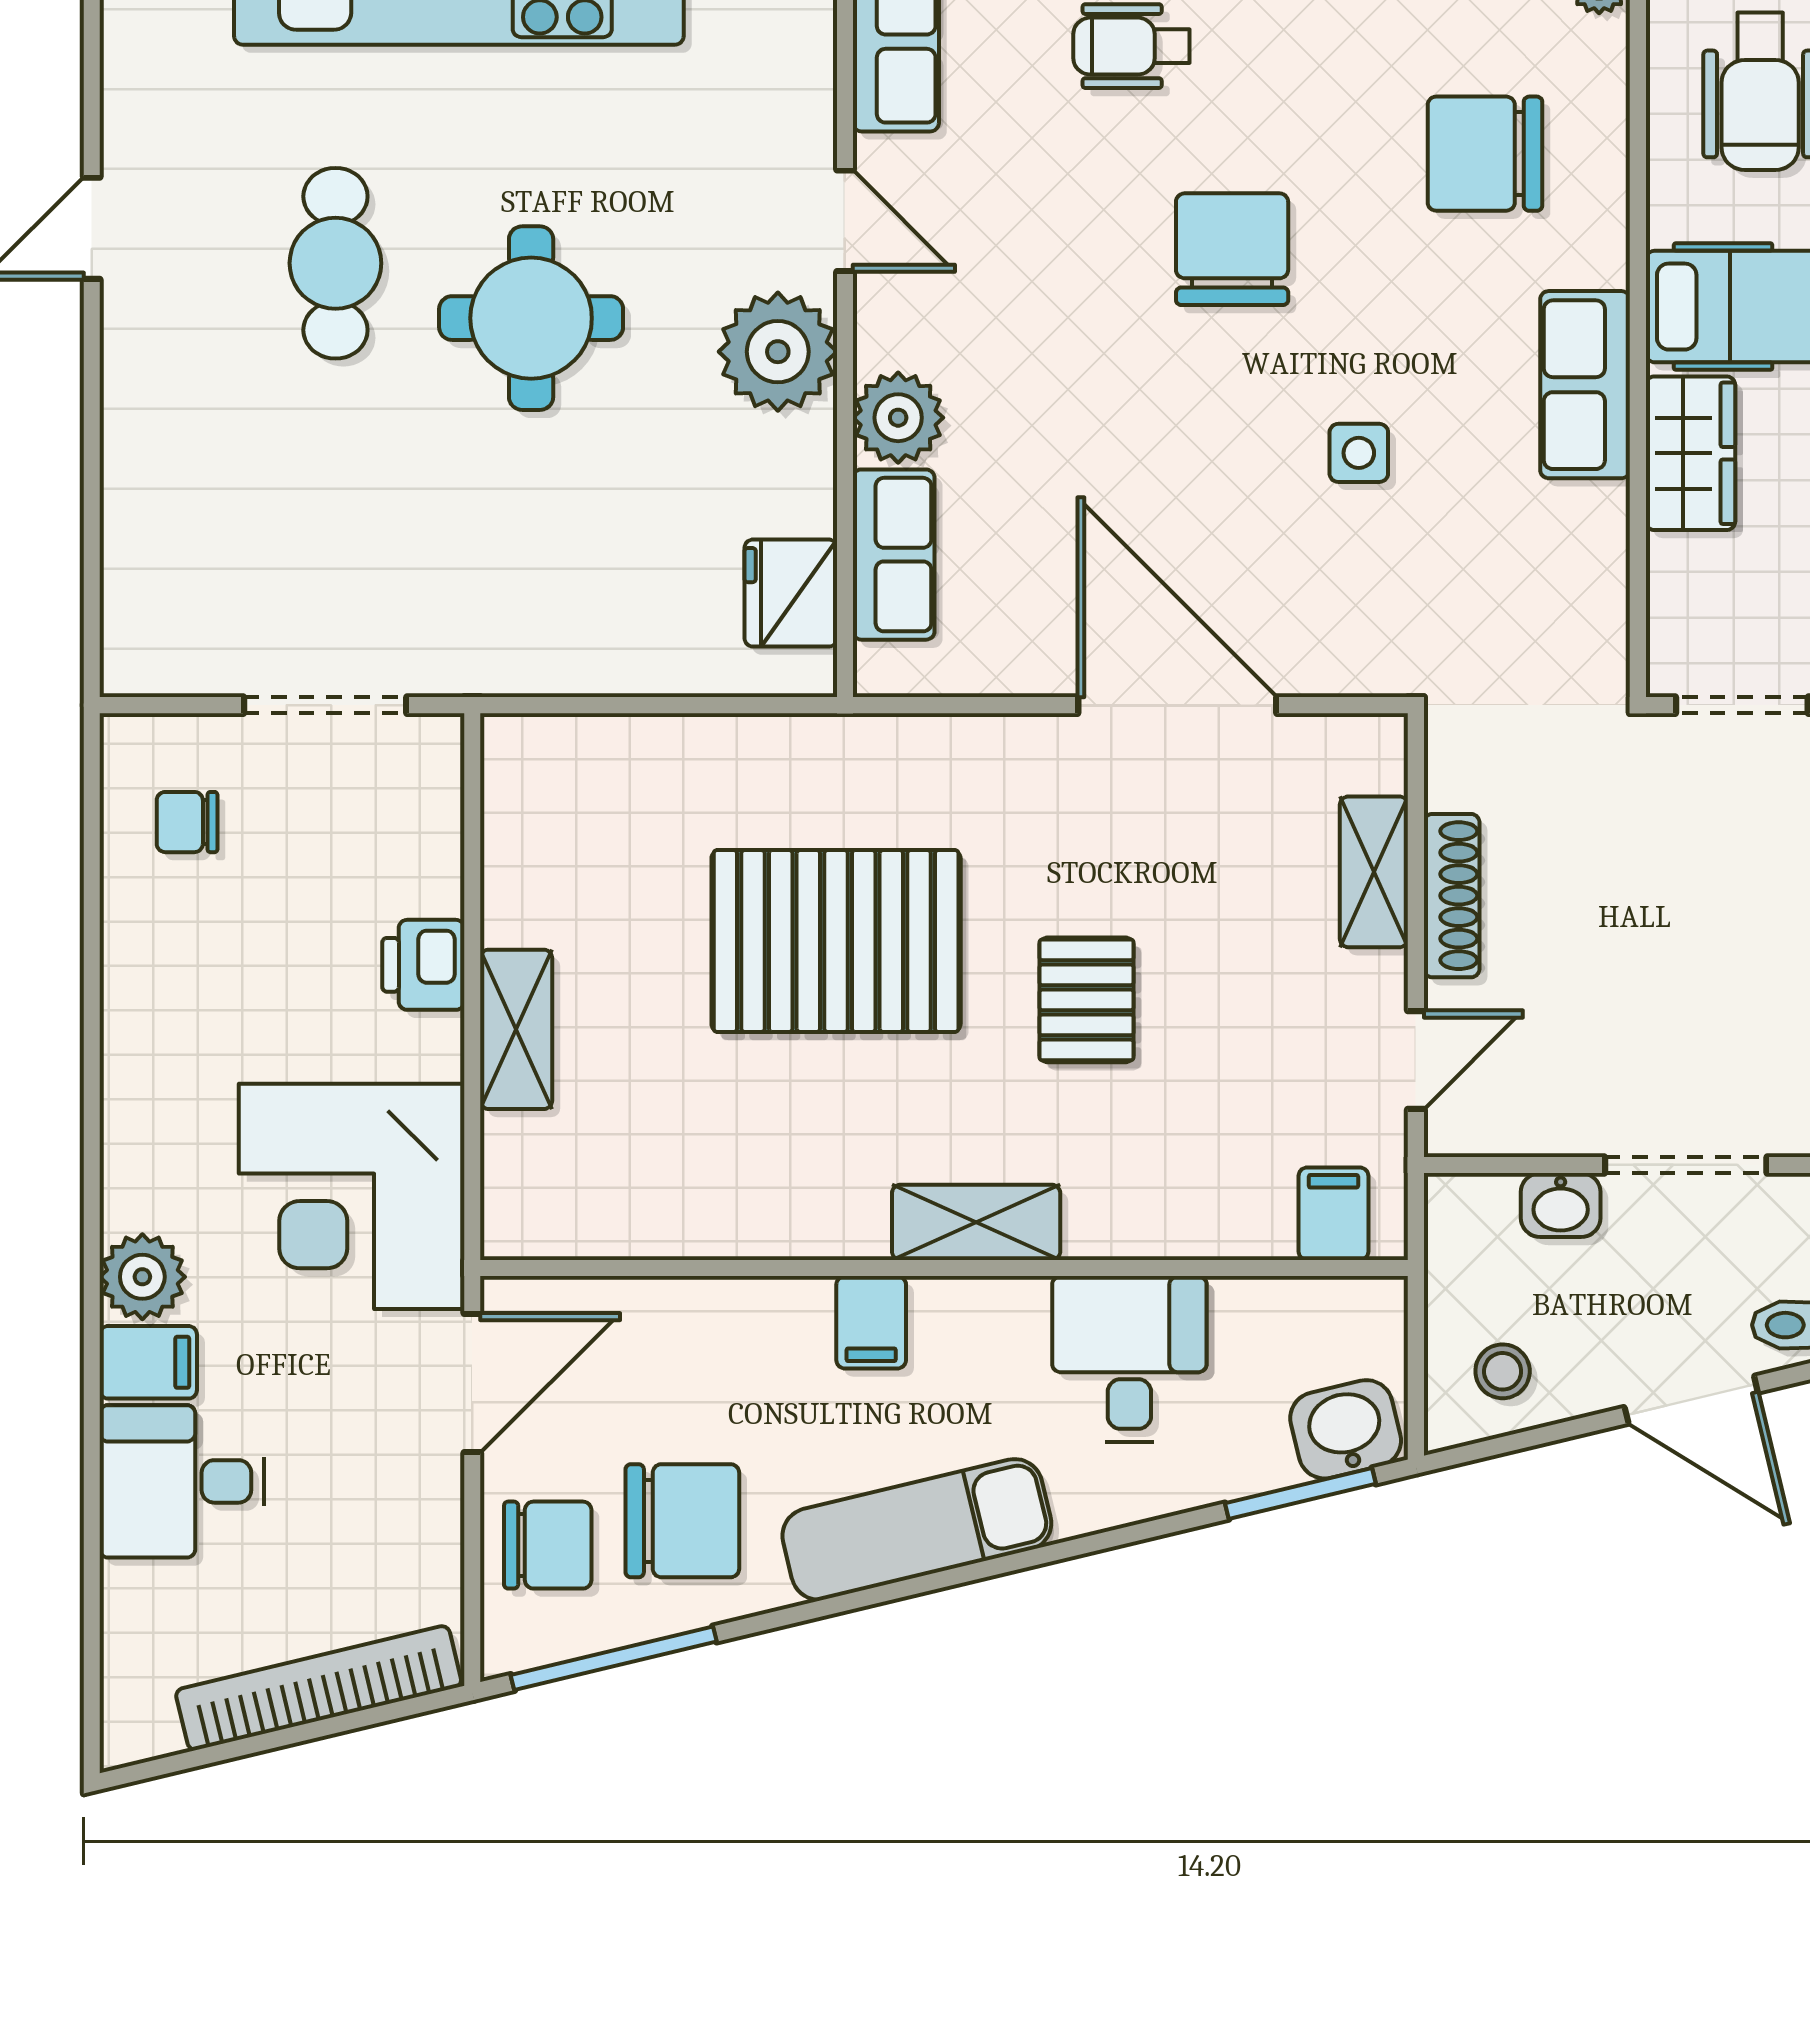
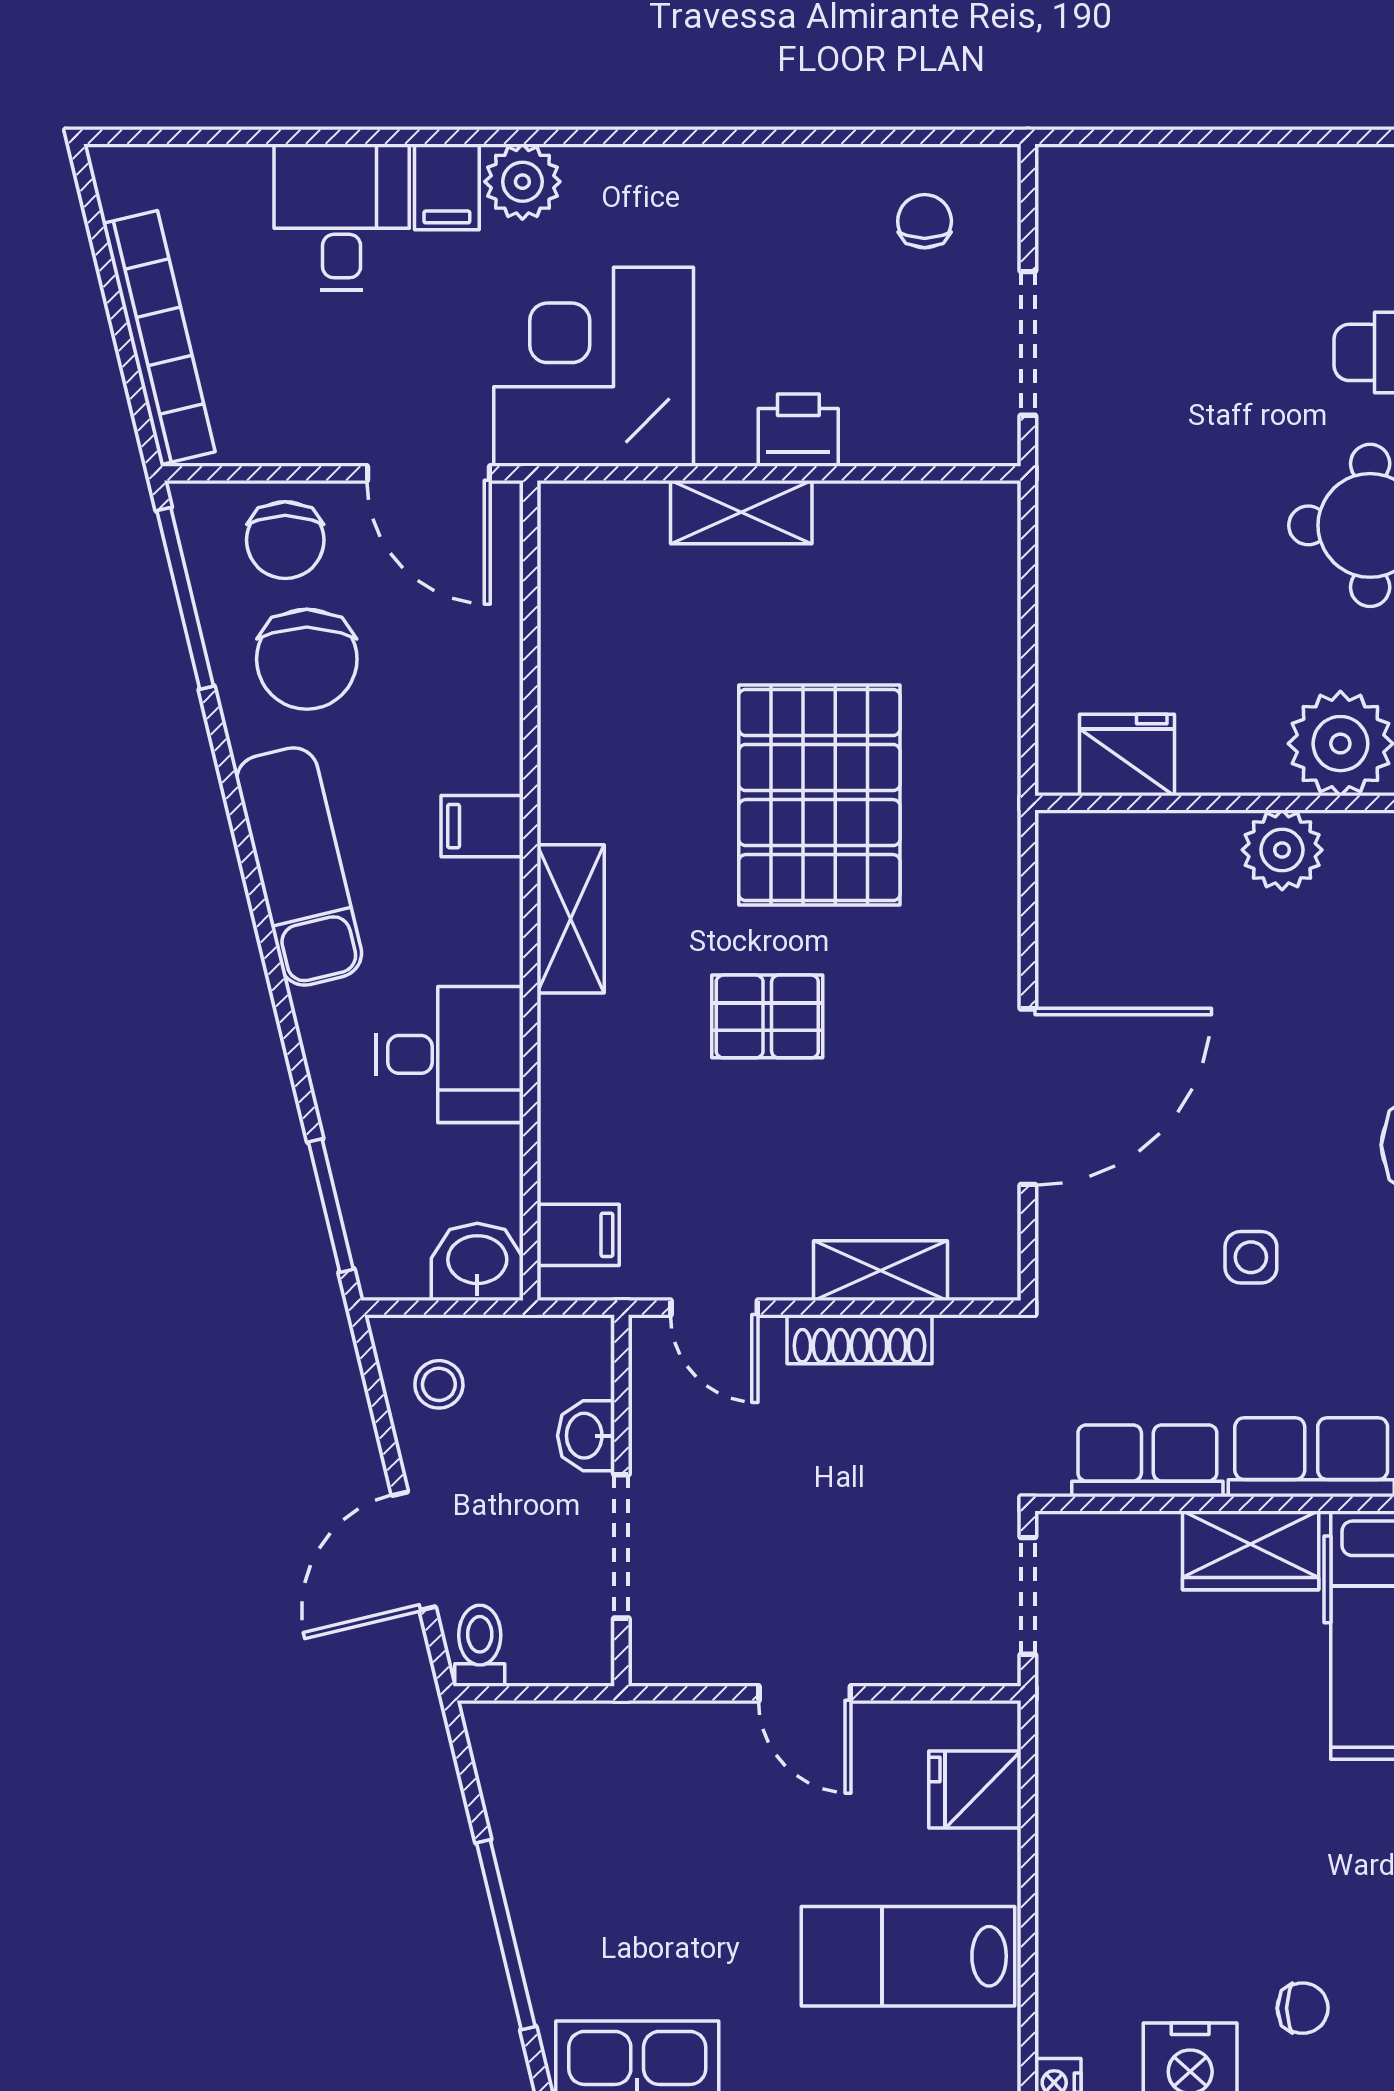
row of seats: (894, 555) -> (1147, 1461), moved, turned 180
washbasin: (1346, 1429) -> (477, 1262), moved, turned -77

